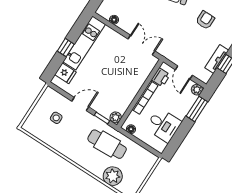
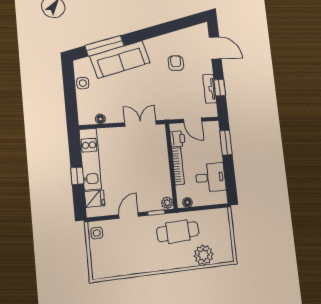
plant: (197, 90) -> (214, 127), removed
side table: (56, 118) -> (97, 233), moved

